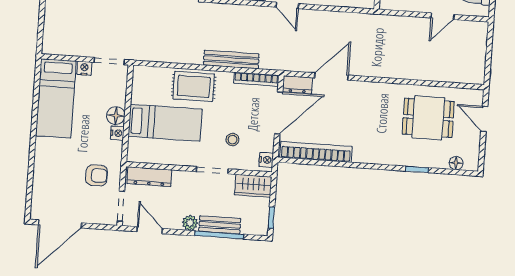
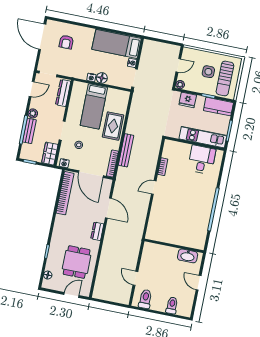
dresser: (298, 85) -> (97, 231), moved
armchair: (97, 175) -> (66, 42), moved

